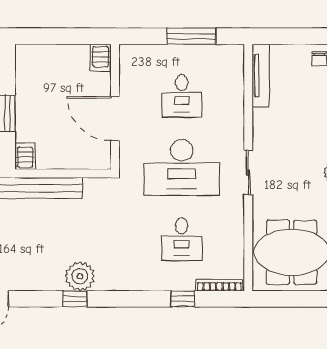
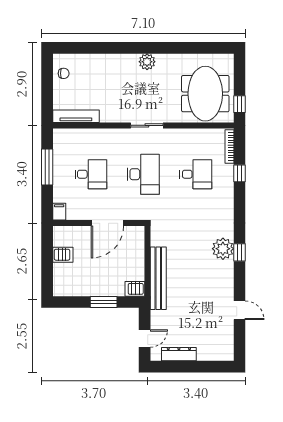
filing cabinet: (130, 53) -> (59, 212), added
server rack: (101, 58) -> (63, 255), moved
desk: (182, 168) -> (143, 174), width x0.73, depth x0.77
window: (277, 299) -> (240, 104), added

